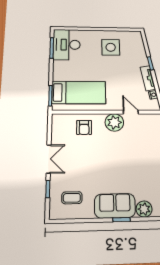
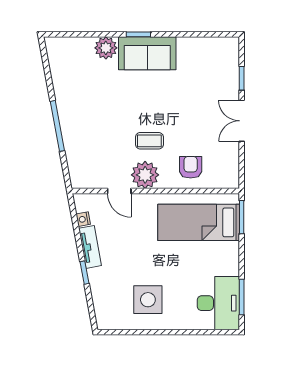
coffee table: (72, 198) -> (149, 141), moved

